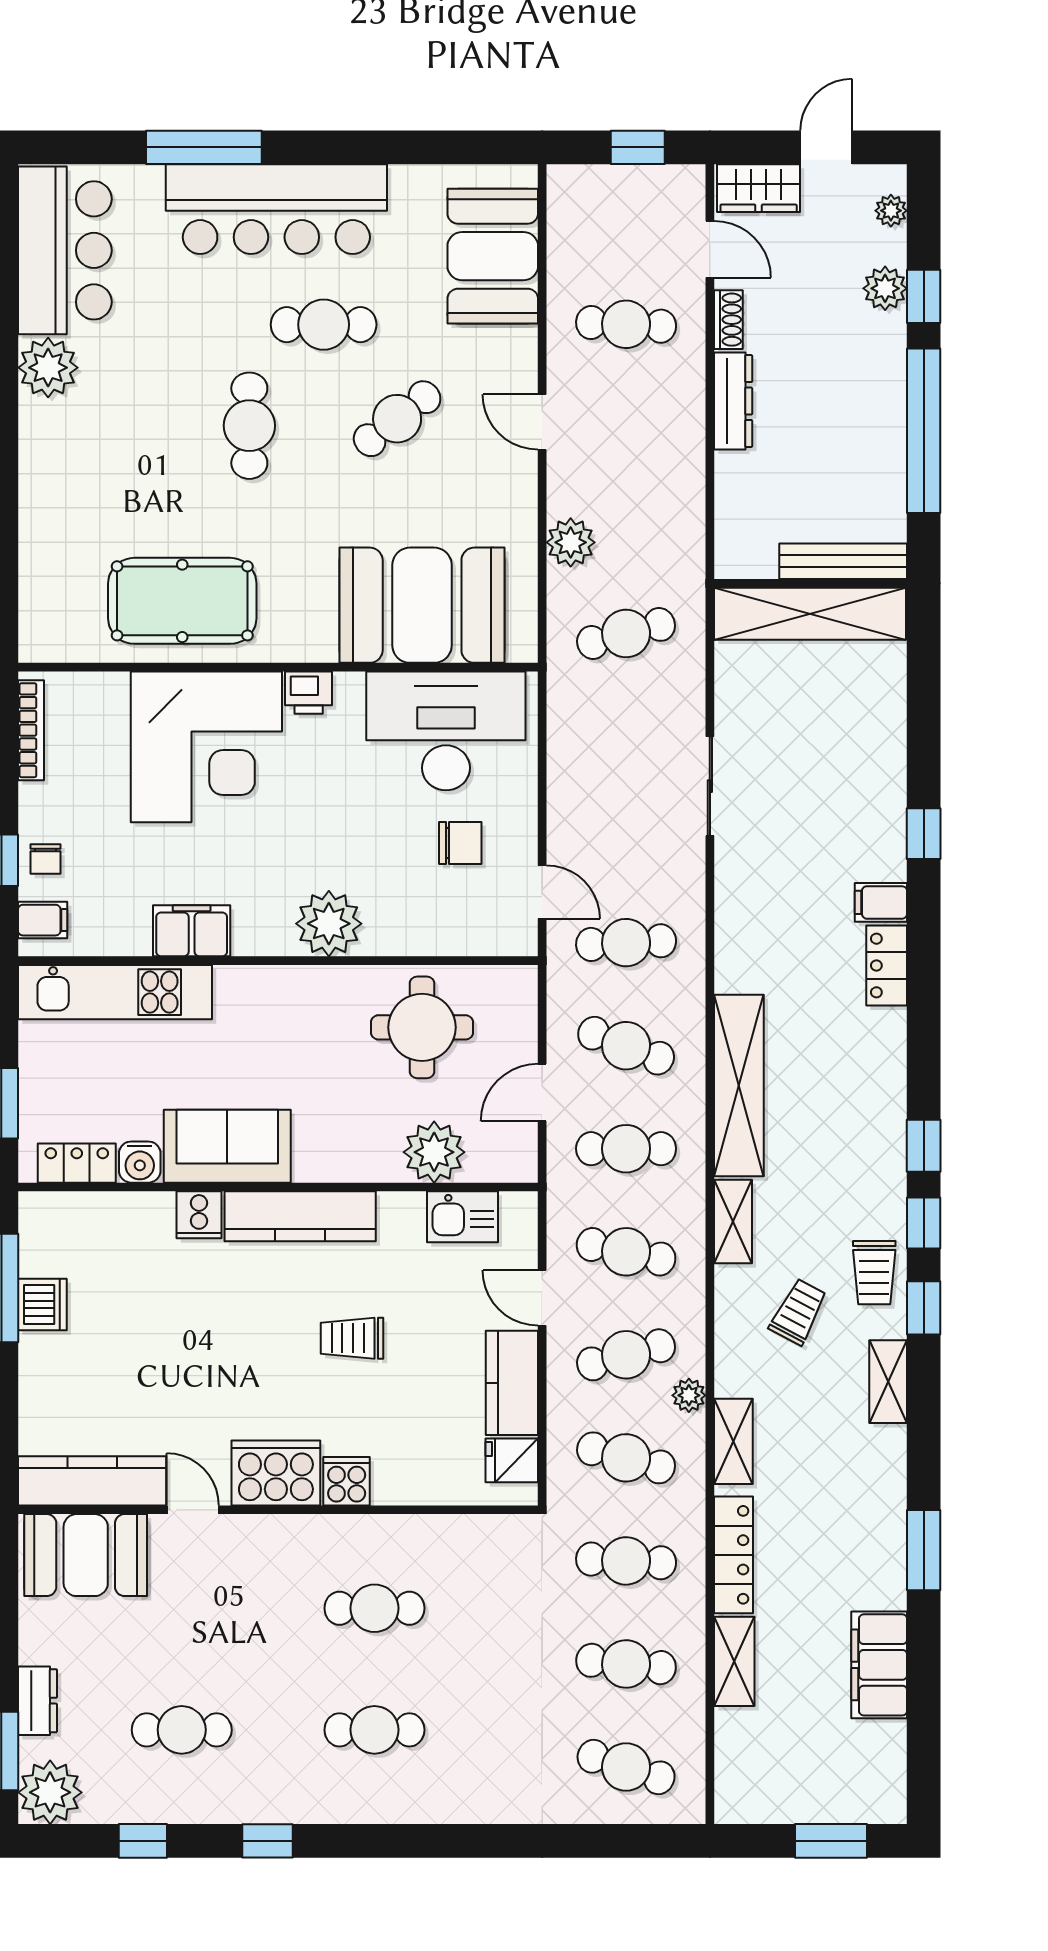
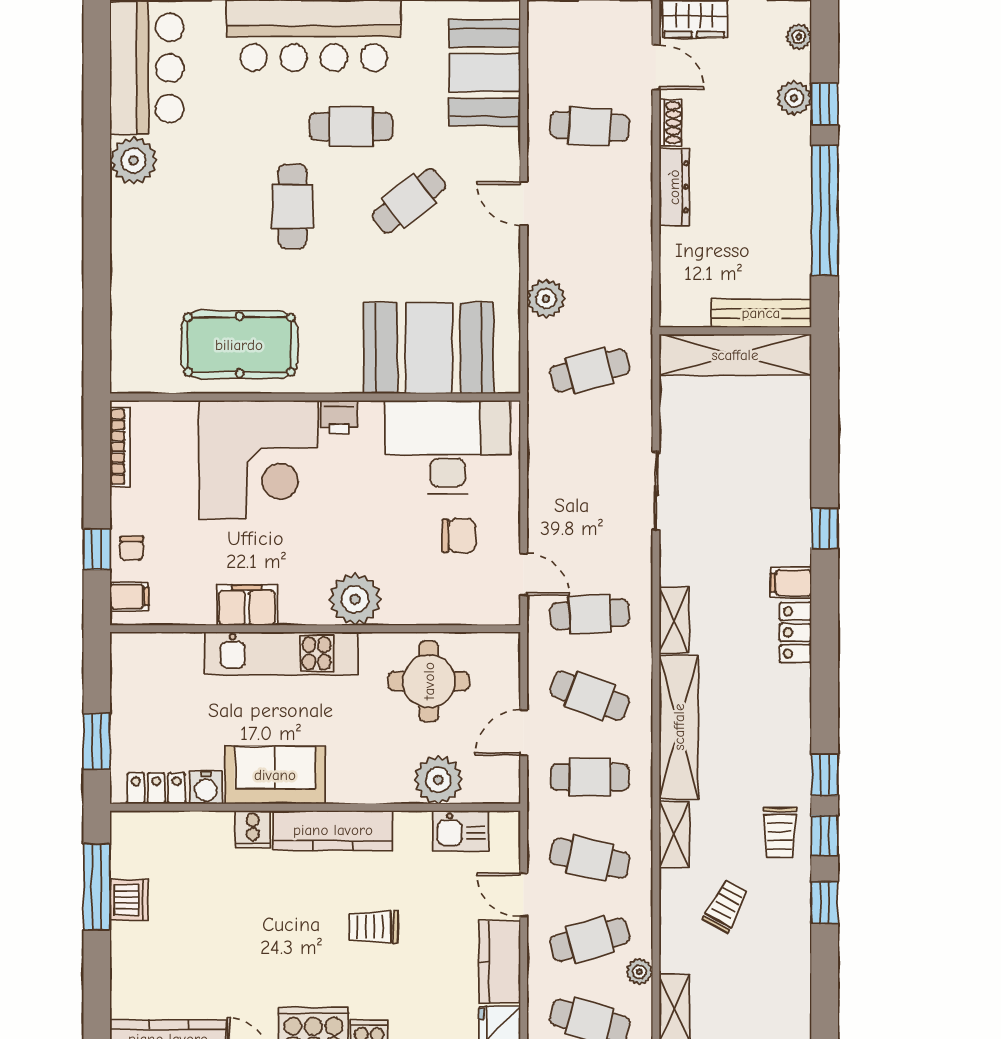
kitchen unit: (115, 992) -> (281, 653), moved
trolley: (874, 1273) -> (780, 833), moved
shelving: (888, 1382) -> (674, 620), moved

